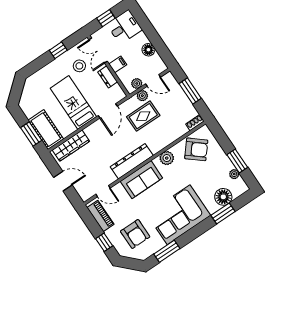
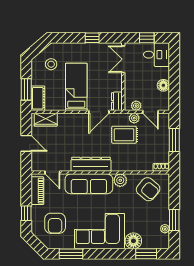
filing cabinet: (118, 64) -> (131, 81), removed
stool: (79, 66) -> (51, 64), moved
dresser: (108, 77) -> (117, 101), moved
cot: (46, 130) -> (38, 98), width x0.73, depth x0.75
wardrobe: (71, 146) -> (46, 120), width x0.67
sofa: (141, 180) -> (89, 184), width x1.36
floor lamp: (223, 197) -> (133, 241), moved
window: (223, 213) -> (146, 254), moved

